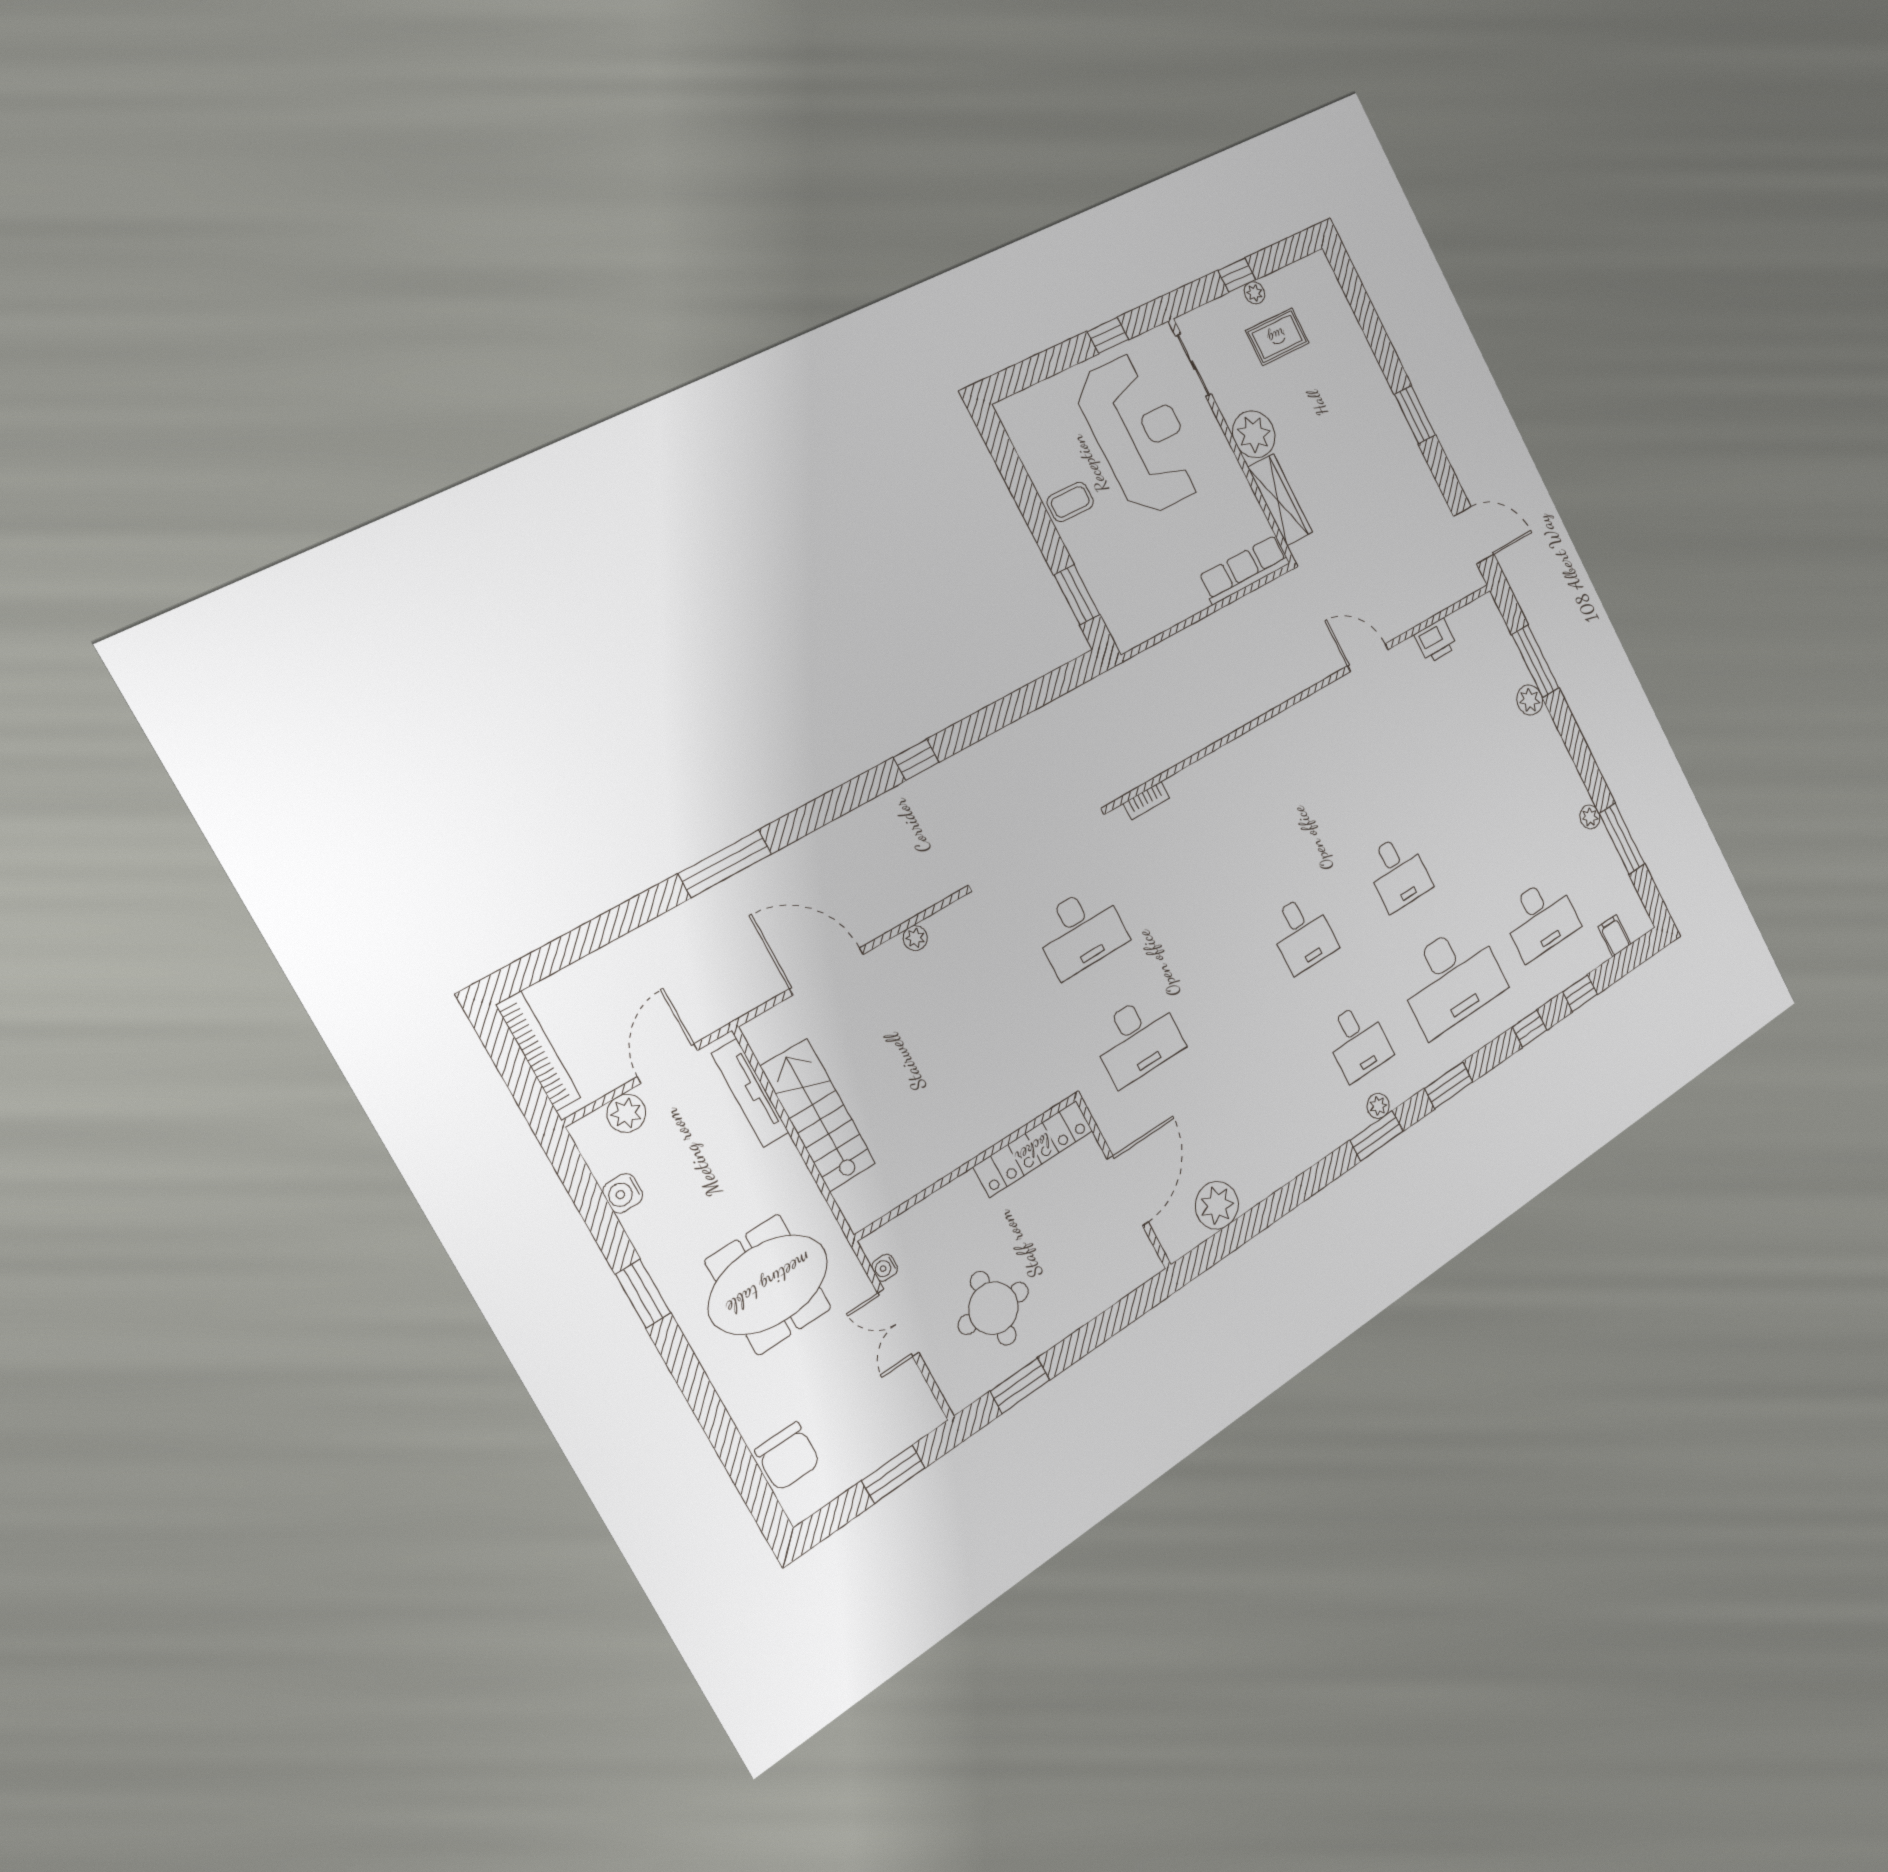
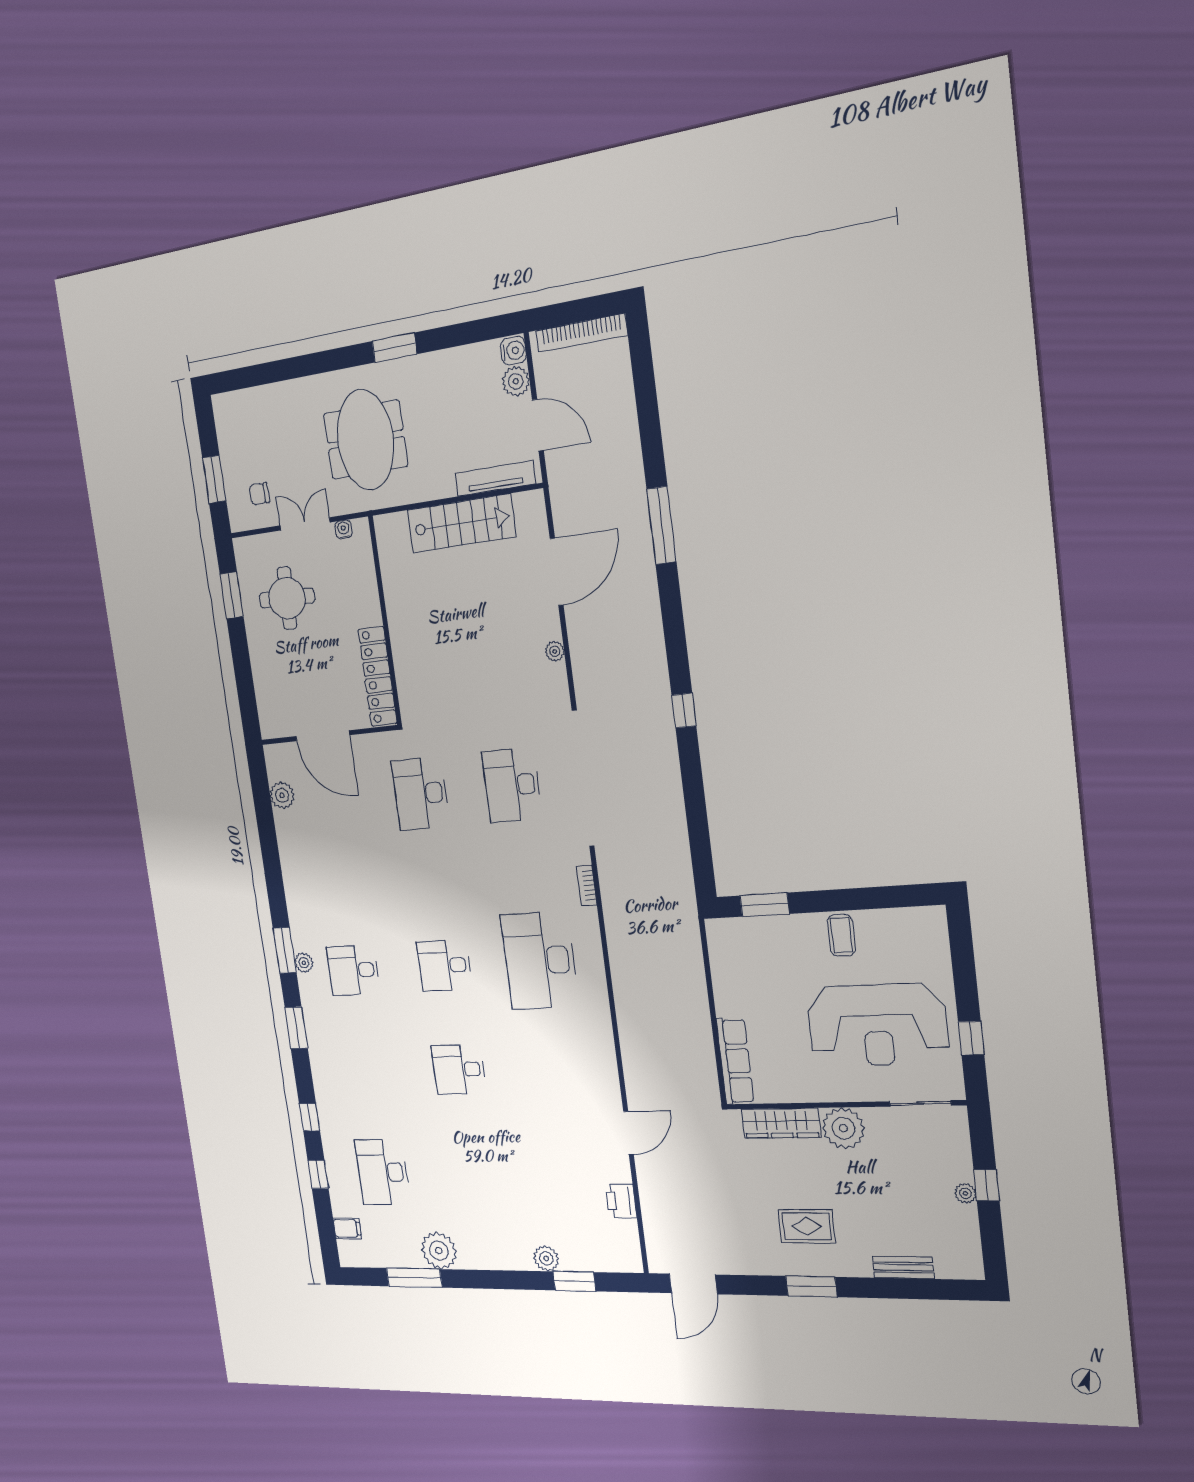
bench: (1352, 330) -> (903, 1267), added
rug: (1277, 337) -> (807, 1226), moved, turned 90
window: (1535, 661) -> (574, 1281), width x0.69
plant: (1590, 817) -> (439, 1251), width x1.88, depth x1.88
desk: (1451, 978) -> (540, 960), moved
water cooler: (623, 1193) -> (513, 351), moved, turned 90
plant: (1217, 1205) -> (282, 795), width x0.73, depth x0.73
chair: (788, 1456) -> (259, 494), moved, width x0.54, depth x0.54

